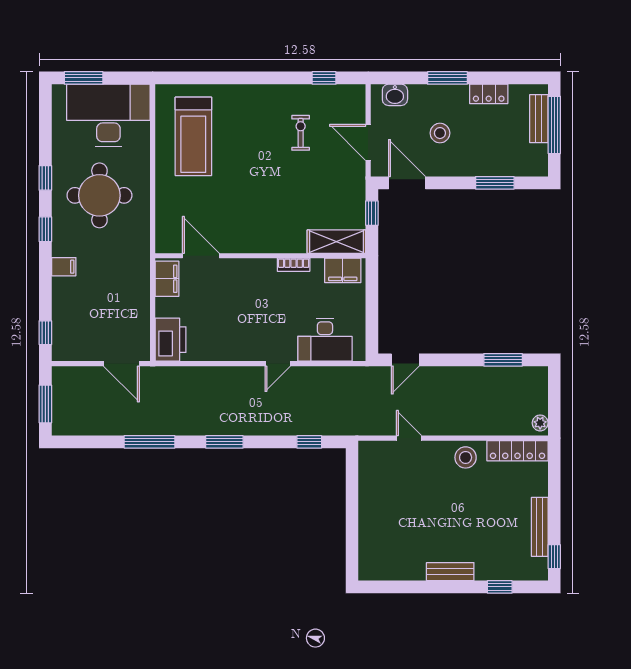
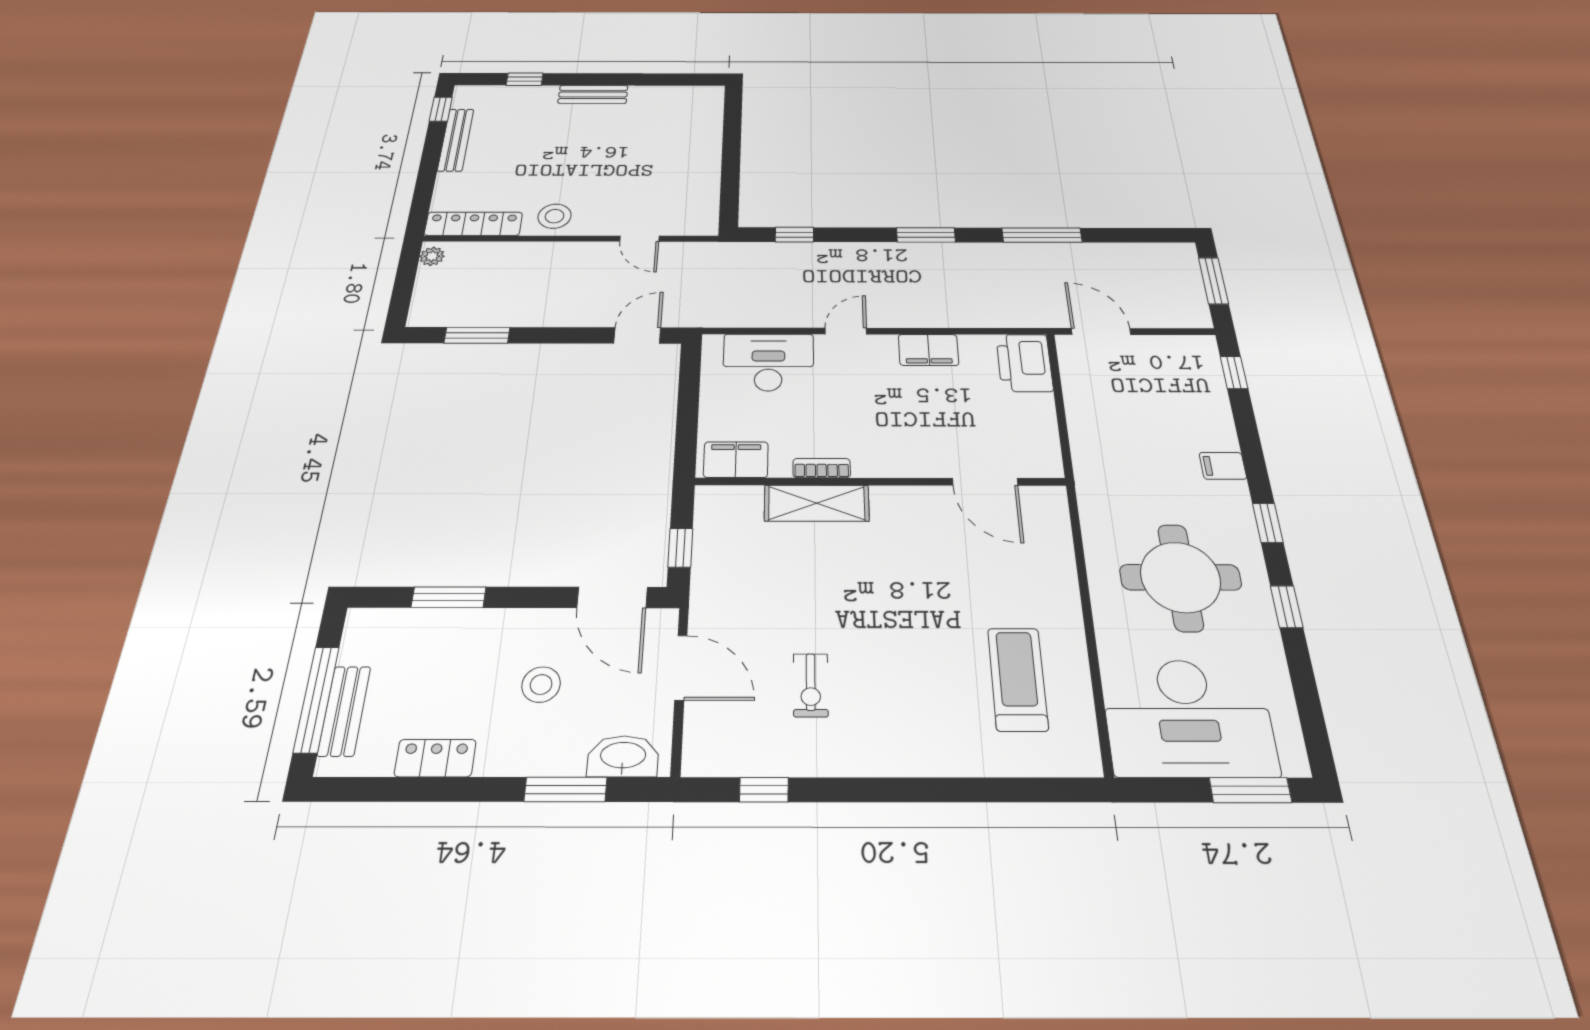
window: (447, 78) -> (566, 789), moved
washbasin: (395, 95) -> (623, 756), width x1.38
treadmill: (193, 136) -> (1018, 679), width x0.73, depth x0.73
shelving: (336, 242) -> (817, 503), moved
filing cabinet: (167, 279) -> (928, 350), moved, turned -90

